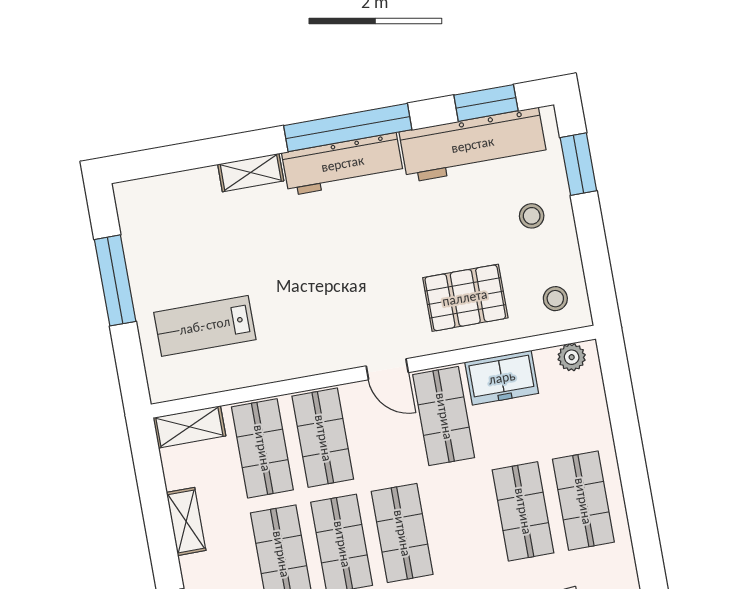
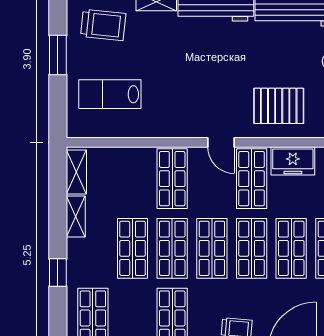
trolley: (176, 222) -> (103, 25), added
window: (115, 280) -> (58, 55), width x0.69
shelving: (189, 427) -> (76, 172), moved, turned 90
shop shelf: (262, 448) -> (252, 248), moved

